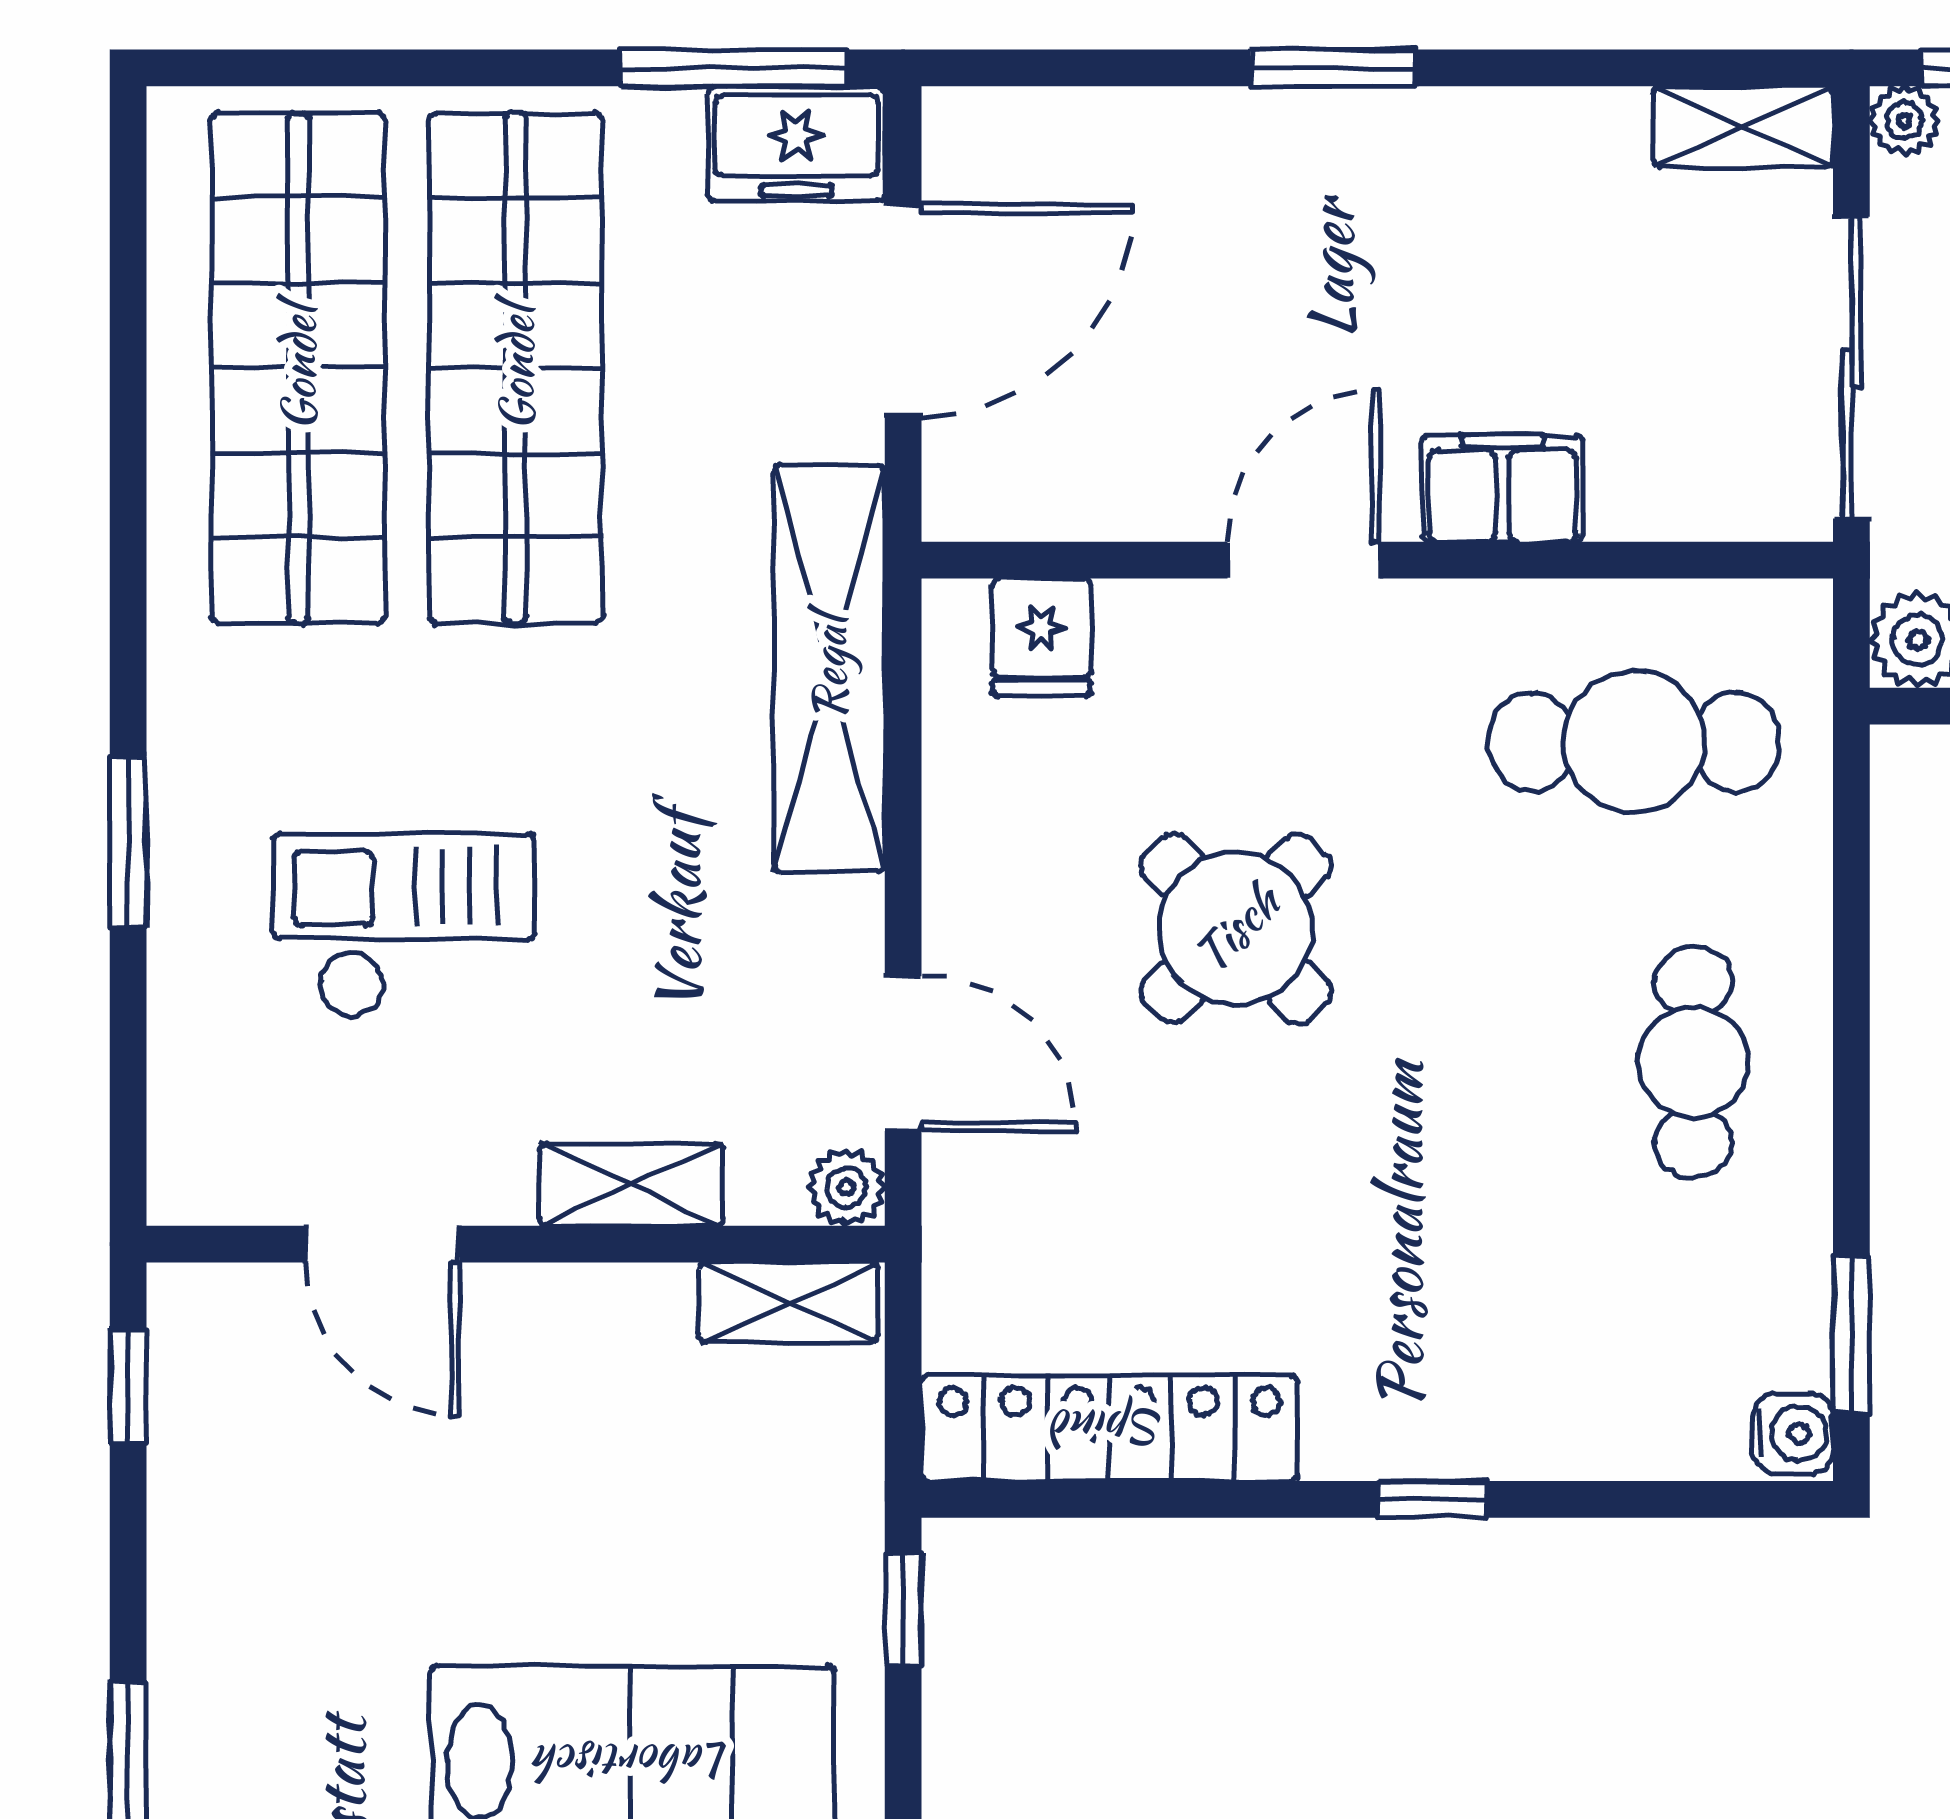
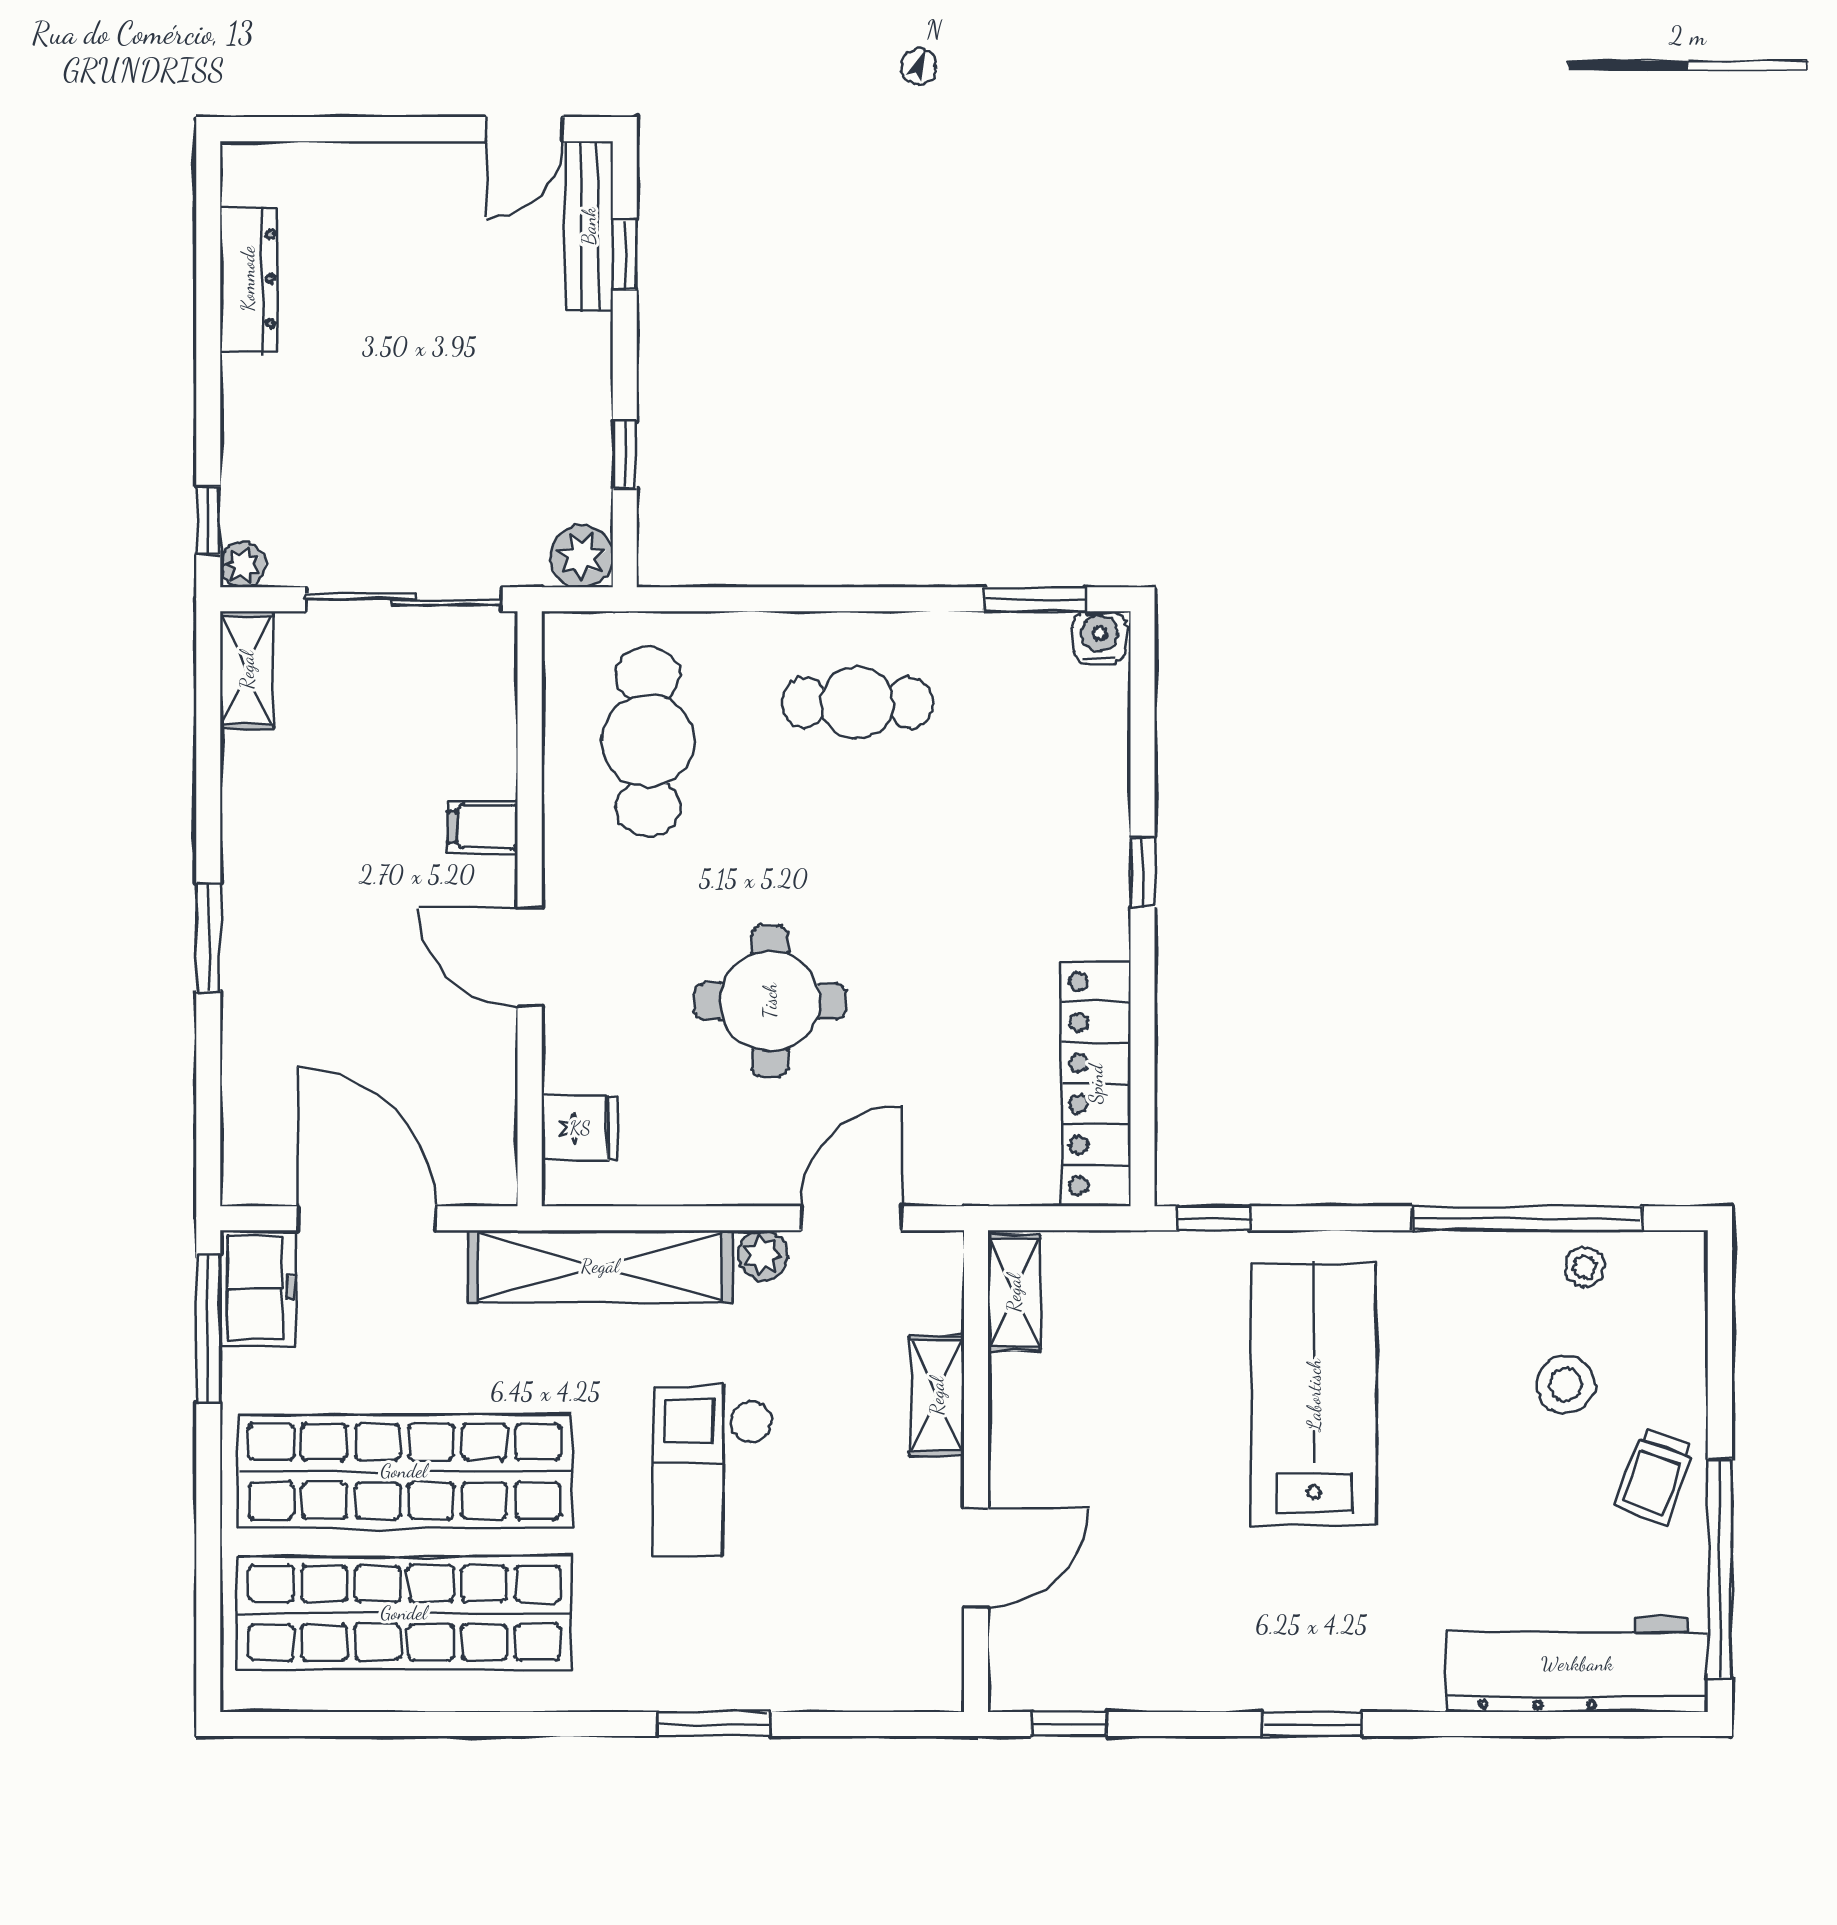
filing cabinet: (1503, 488) -> (483, 827), width x0.50
checkout: (404, 925) -> (713, 1471), moved
round table: (1236, 929) -> (770, 1001), turned 45
plant: (847, 1188) -> (763, 1255), moved

